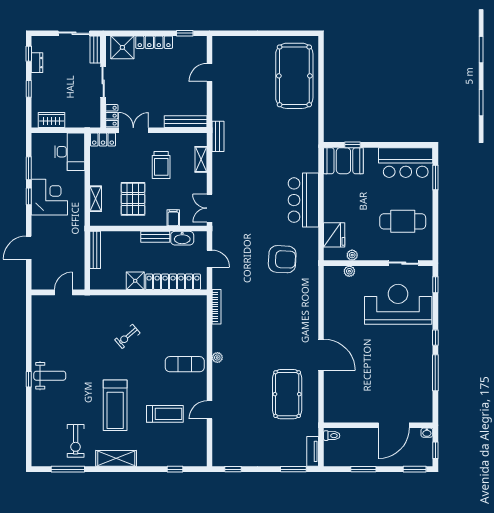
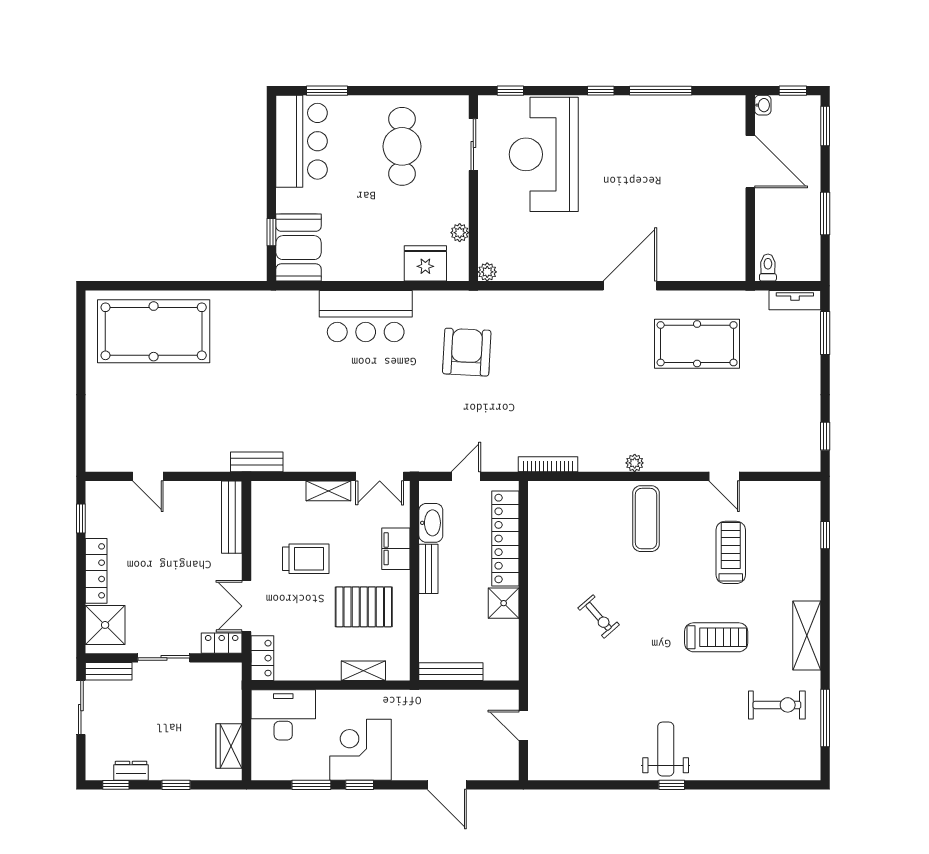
shelving: (201, 159) -> (328, 491), moved
filing cabinet: (173, 218) -> (396, 549), width x2.00
plant: (349, 271) -> (487, 272), moved
treadmill: (115, 405) -> (716, 637), width x0.73, depth x0.73

